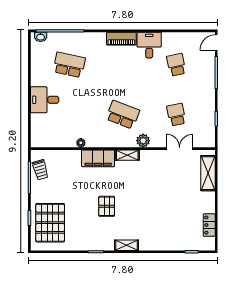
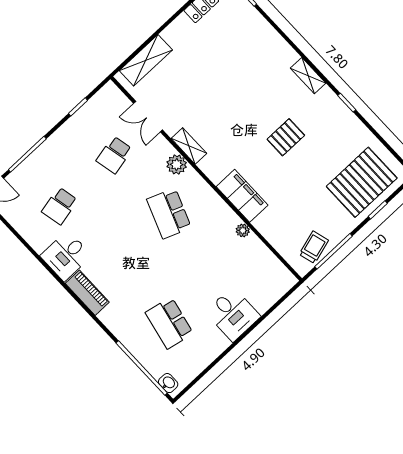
shelving: (127, 155) -> (189, 146), moved

